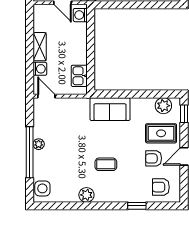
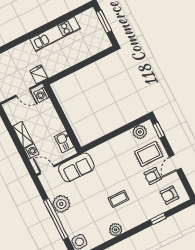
sofa: (110, 109) -> (76, 167), moved
plant: (39, 144) -> (61, 204), width x1.88, depth x1.88

